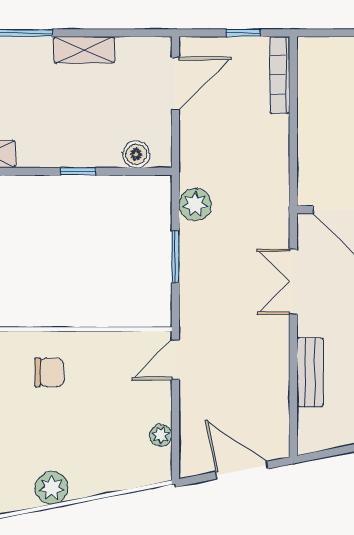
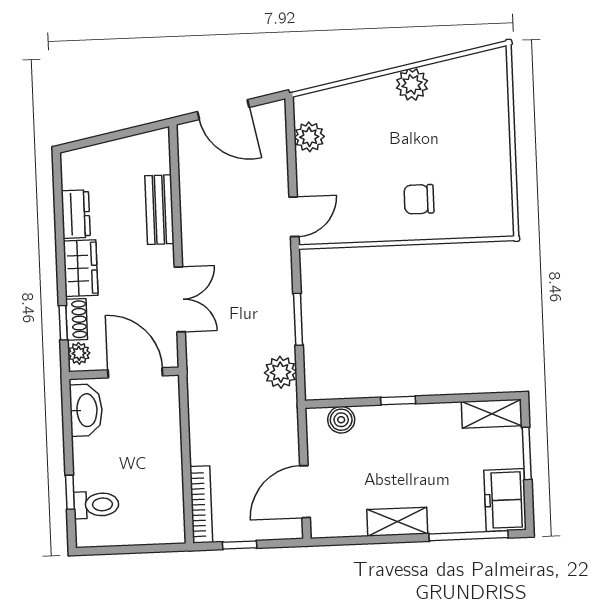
plant: (161, 435) -> (309, 137), width x1.38, depth x1.38

